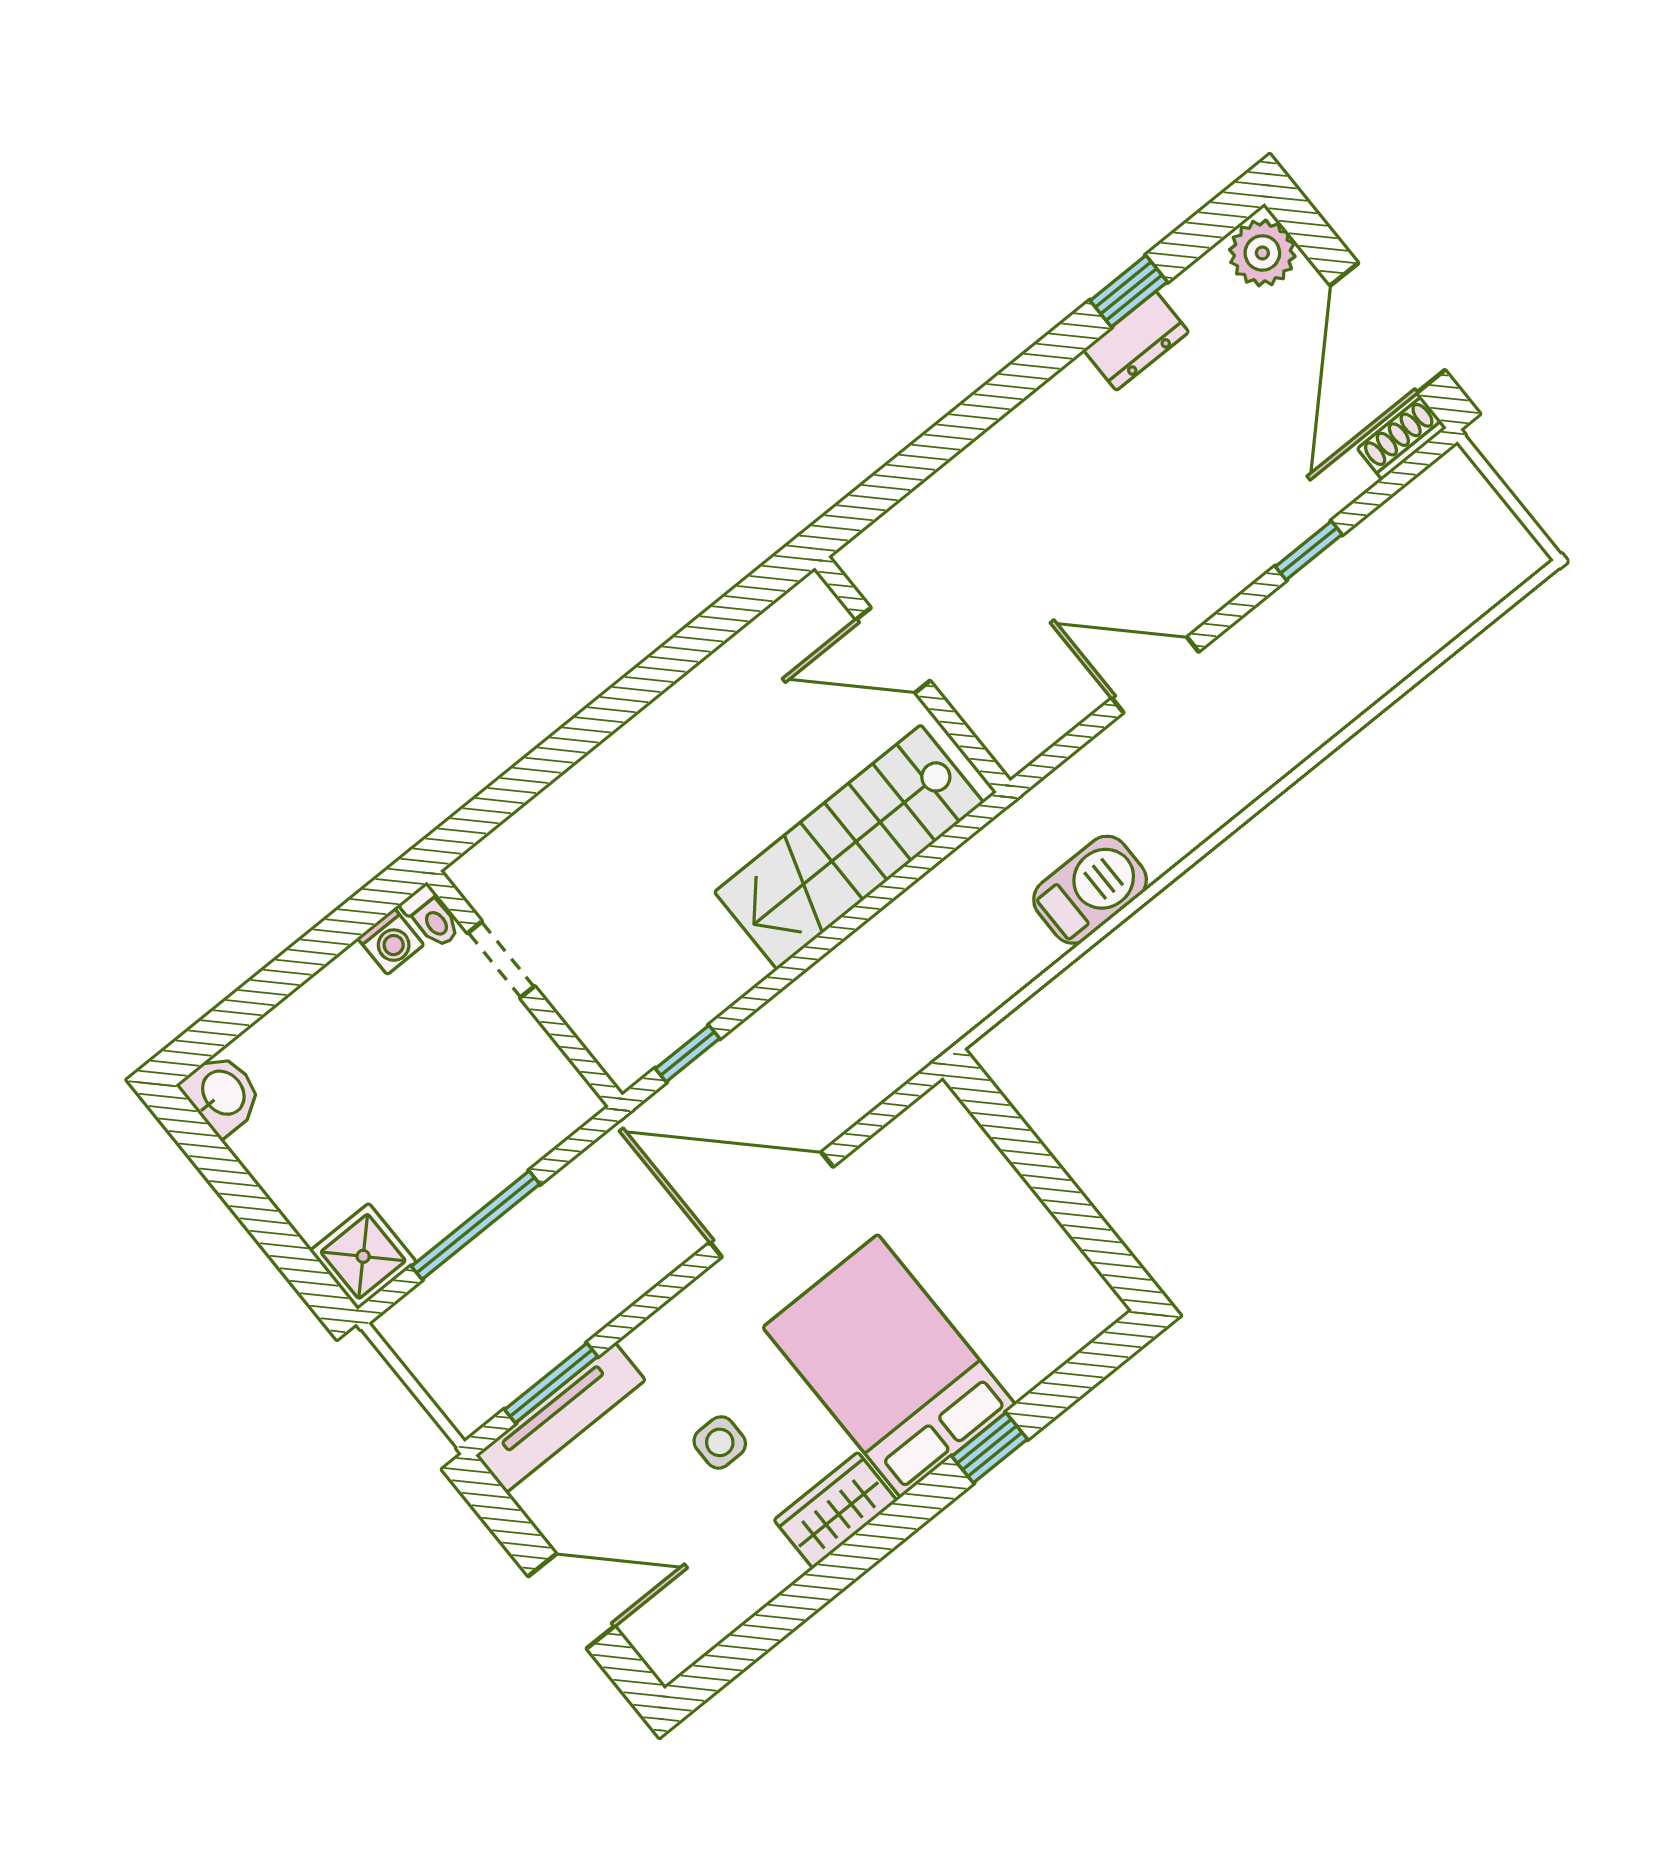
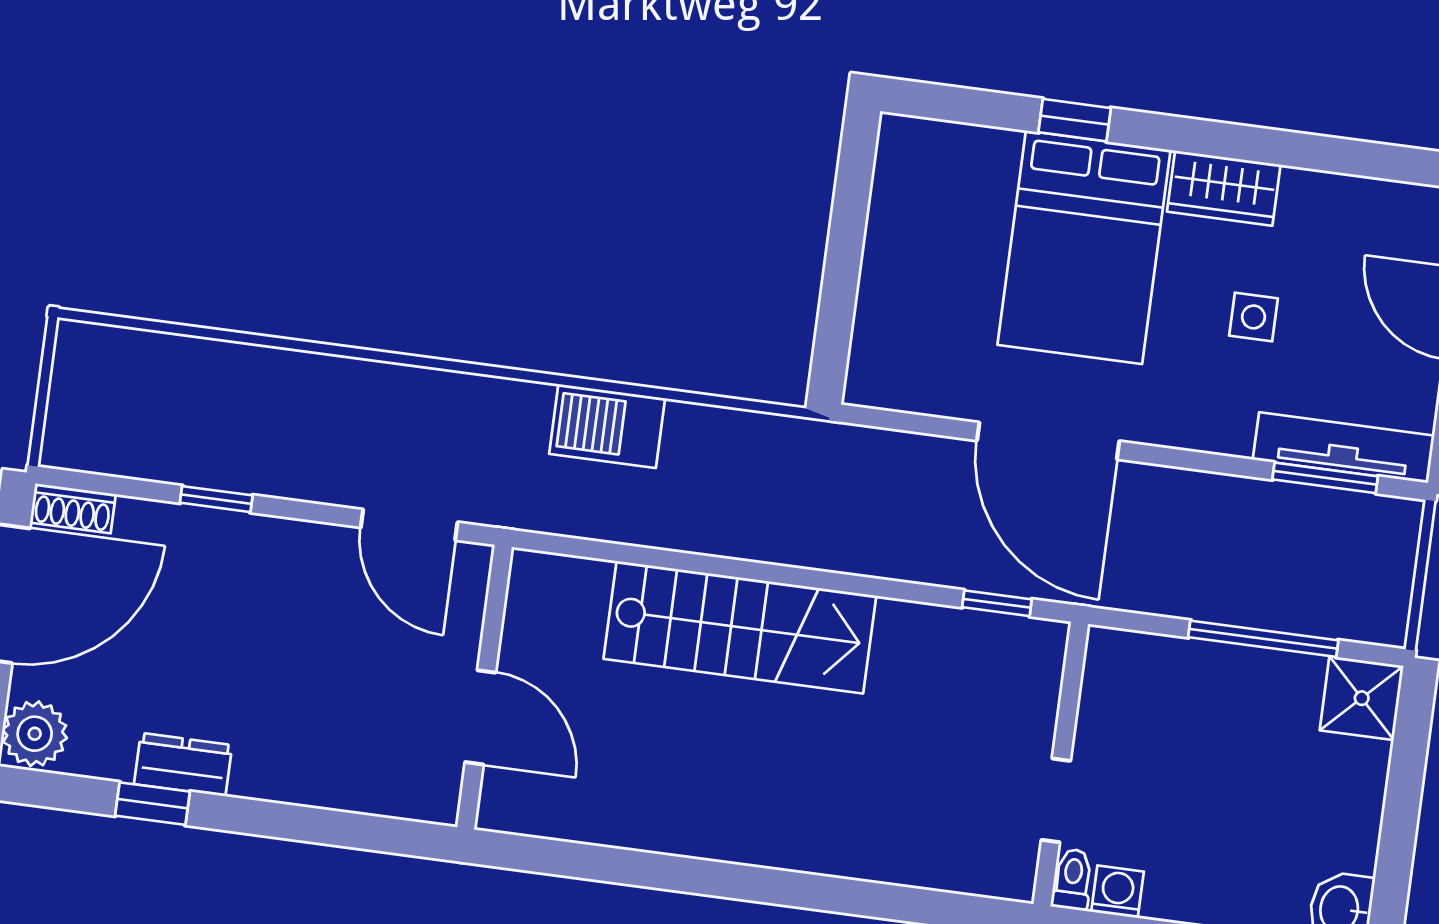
door: (893, 650) -> (480, 717), moved
wall: (912, 674) -> (484, 687), moved

